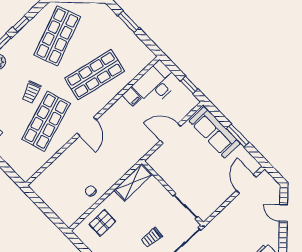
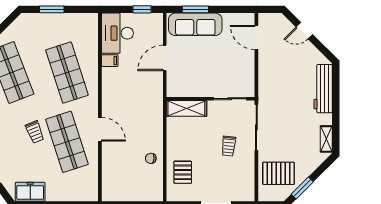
shop shelf: (95, 75) -> (67, 73), turned -30
door: (87, 127) -> (100, 129), moved
window: (238, 135) -> (195, 9), moved
shelving: (133, 182) -> (186, 108), moved, turned 90

